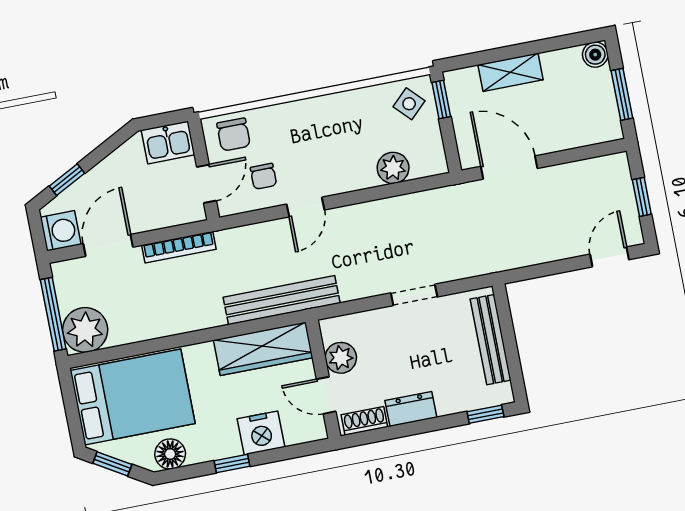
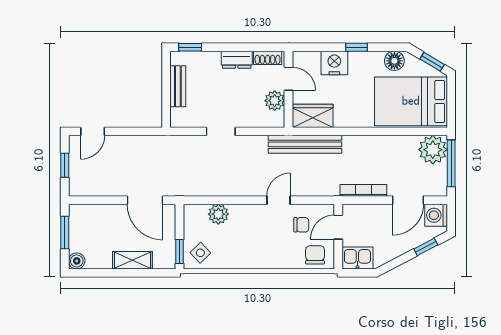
chair: (263, 176) -> (301, 225), turned 90
bench: (491, 340) -> (178, 86), width x0.73
wardrobe: (263, 349) -> (313, 116), width x0.67

